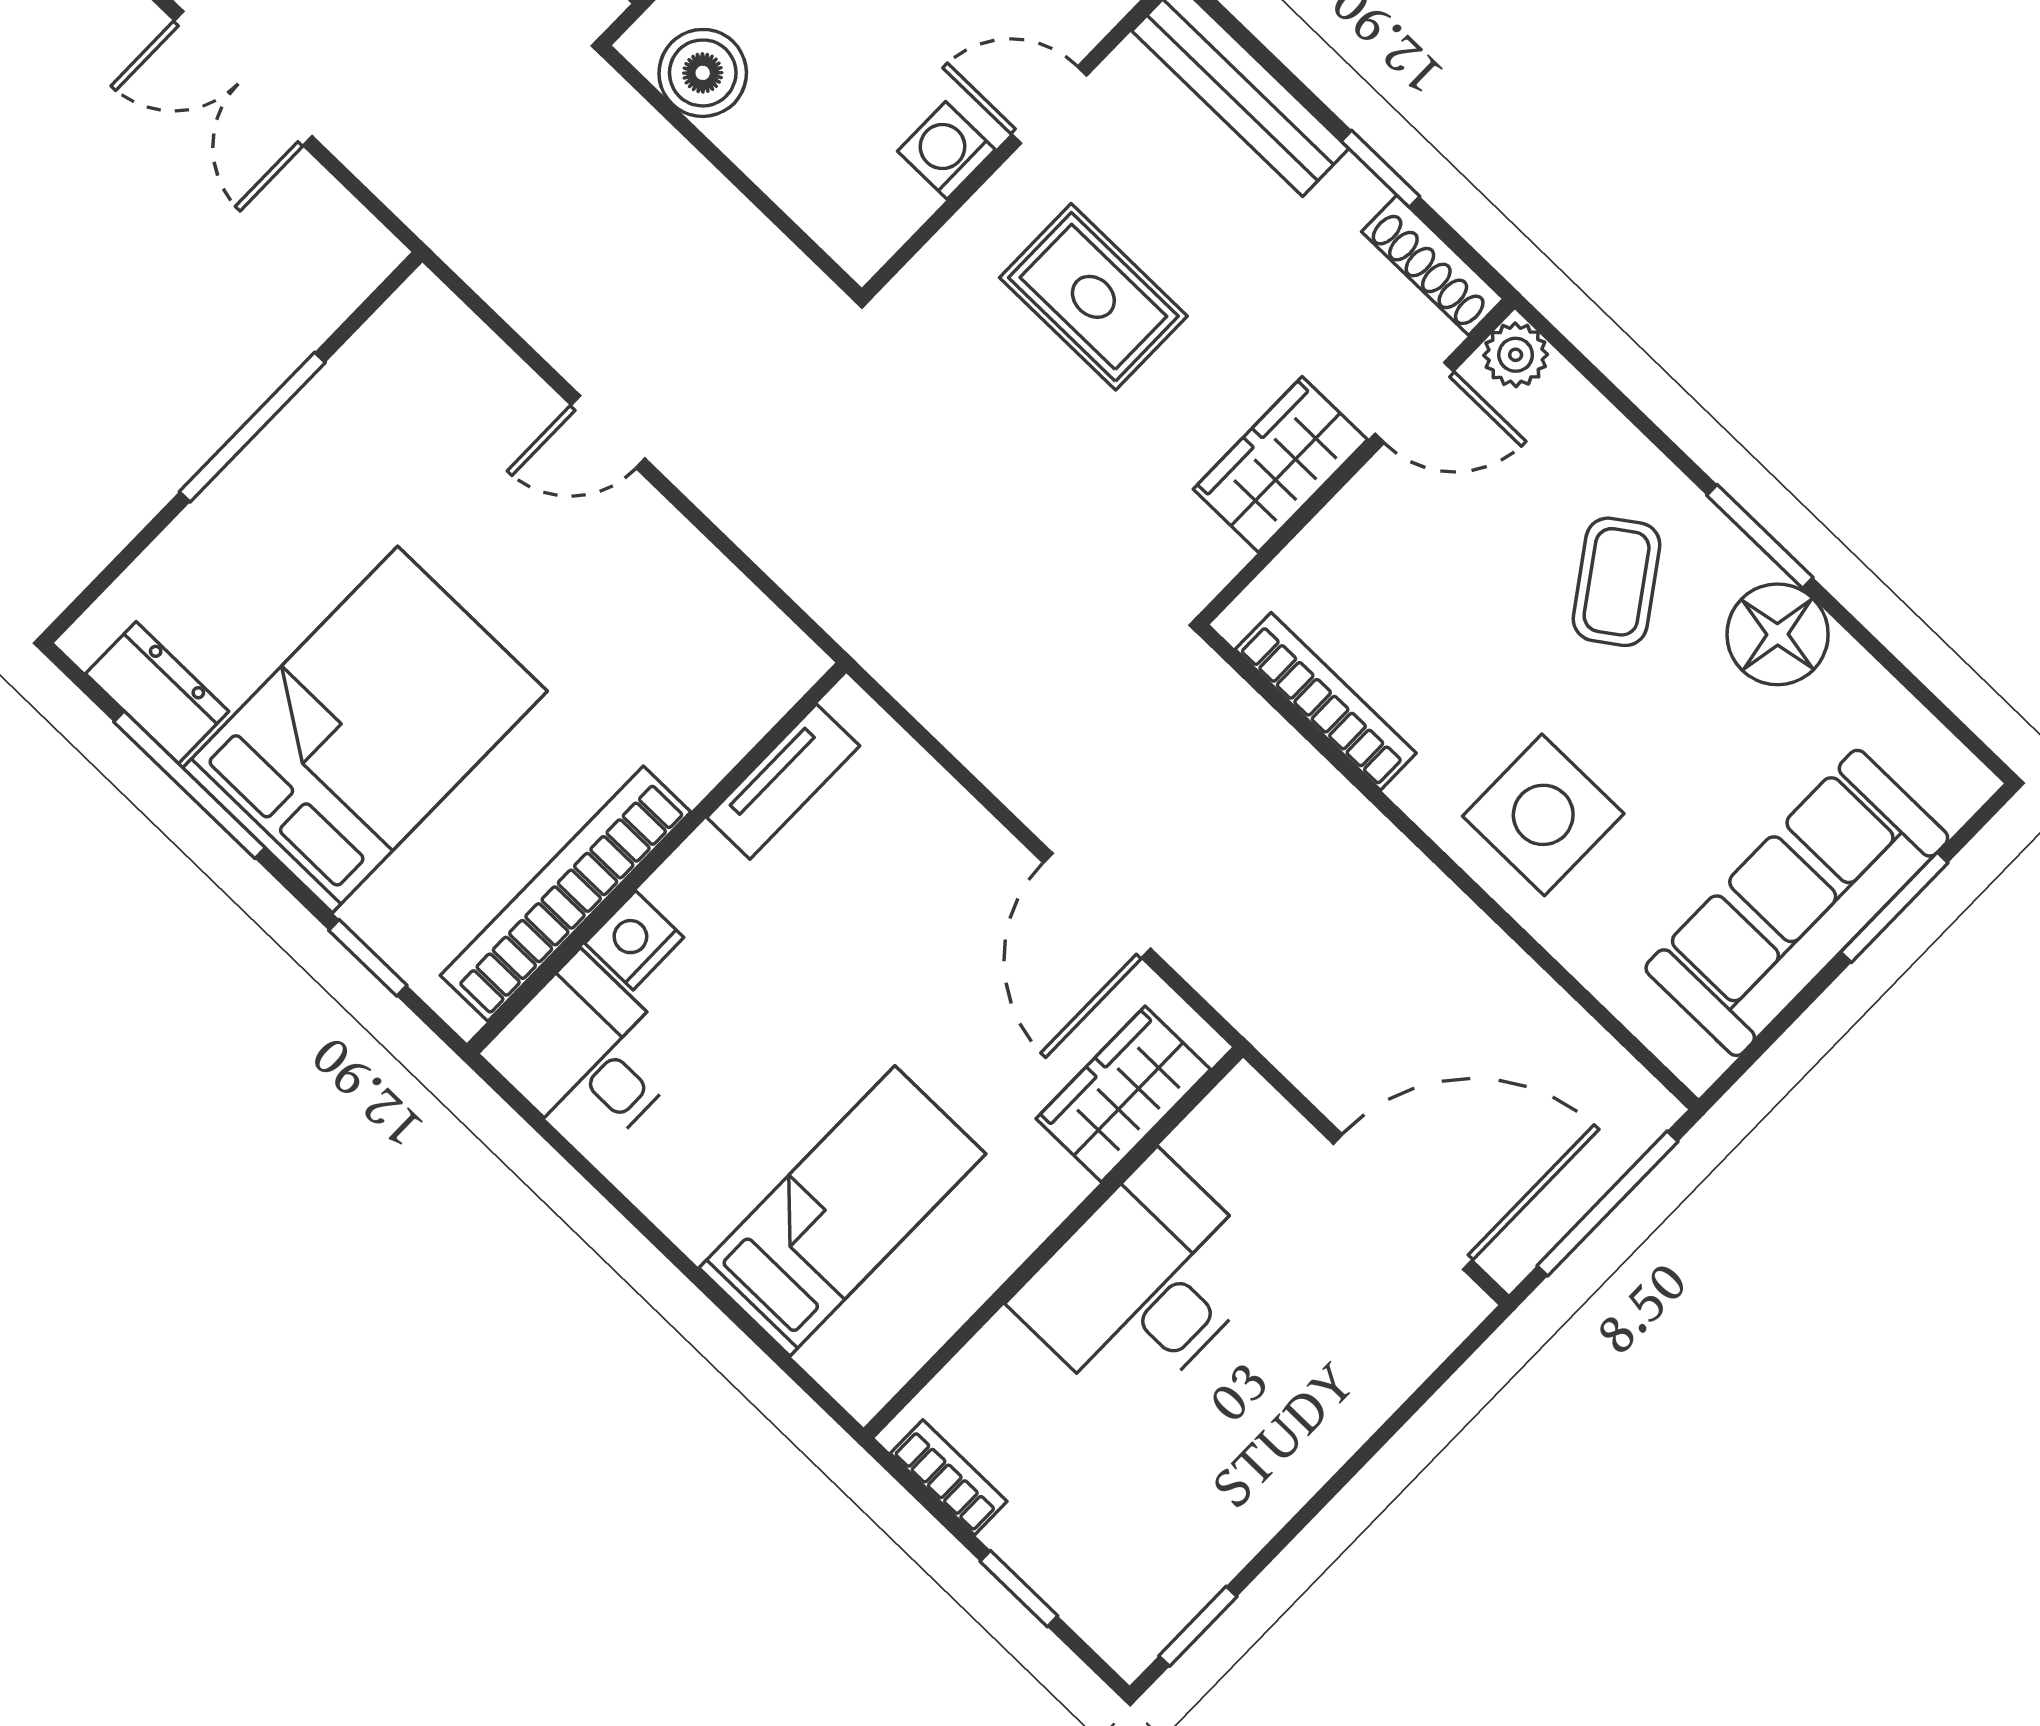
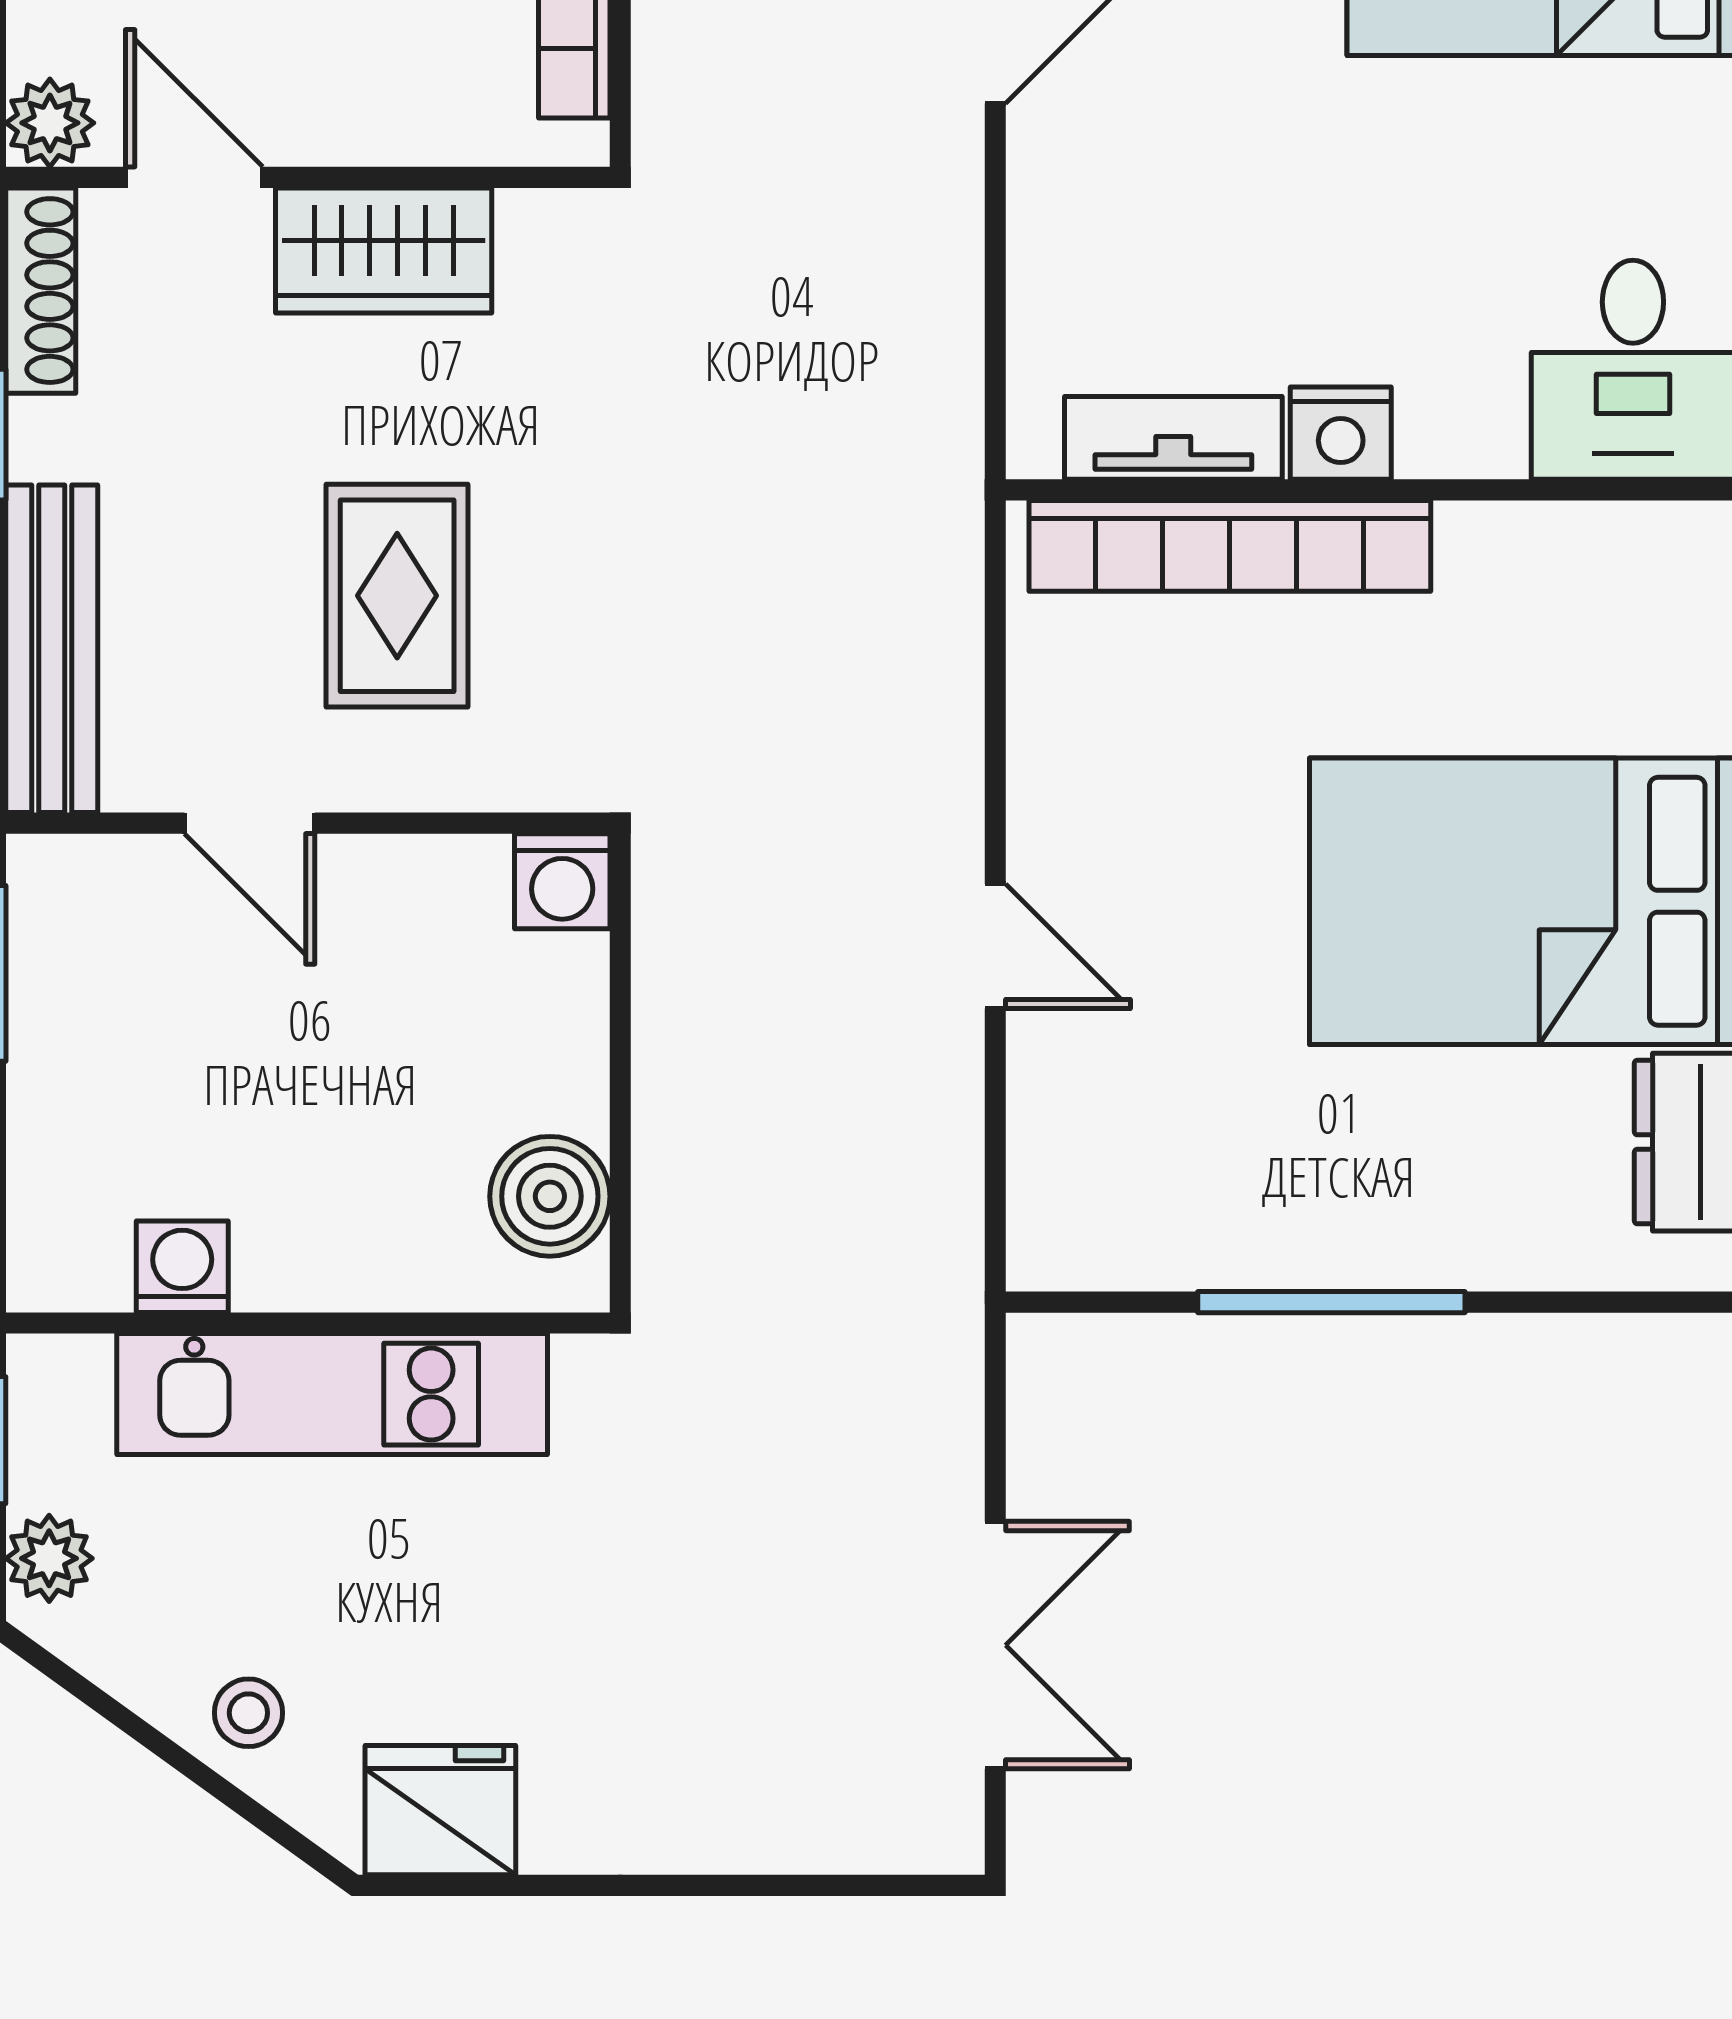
washing machine: (946, 150) -> (562, 881), moved
bookcase: (566, 894) -> (1230, 546), moved
nightstand: (634, 940) -> (1341, 433), moved

